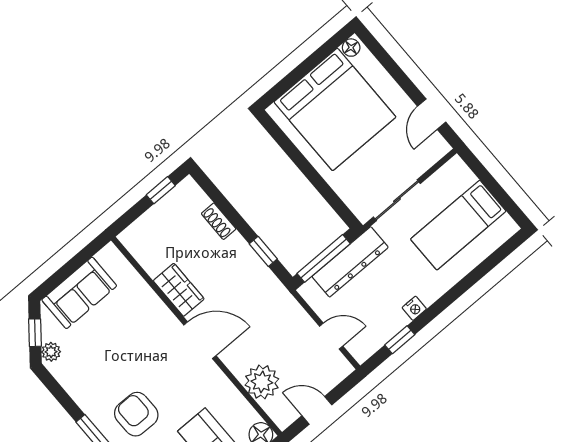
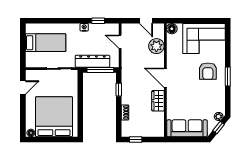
sofa: (79, 293) -> (187, 128), width x1.36

